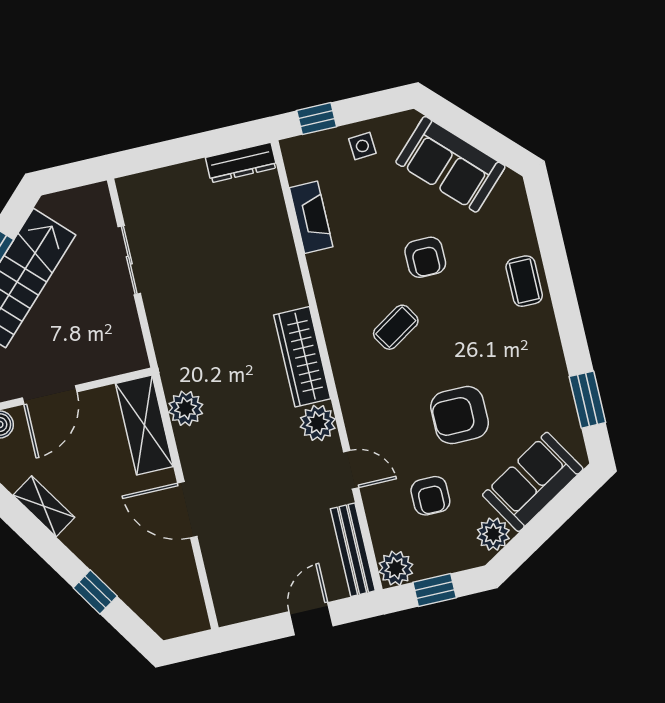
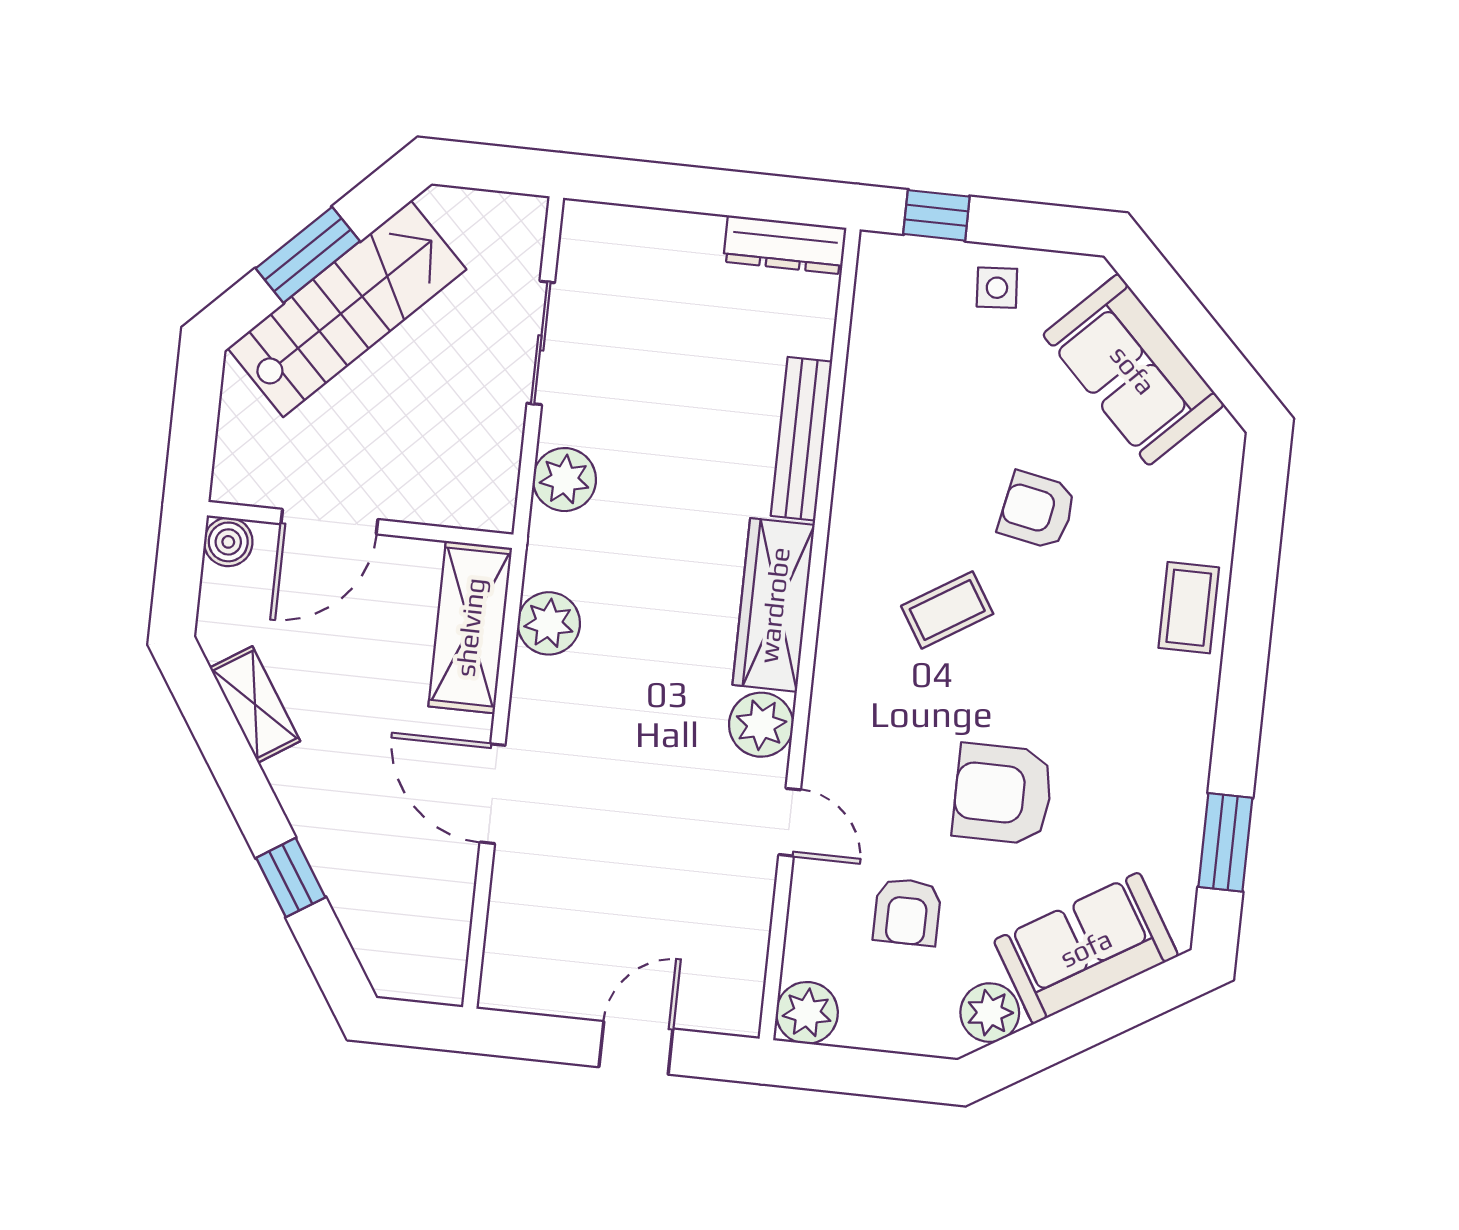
fireplace: (311, 217) -> (870, 377), removed
armchair: (425, 257) -> (1037, 510), turned 101
plant: (167, 329) -> (565, 480), added
bench: (353, 550) -> (801, 439), moved
window: (435, 590) -> (859, 1072), removed

